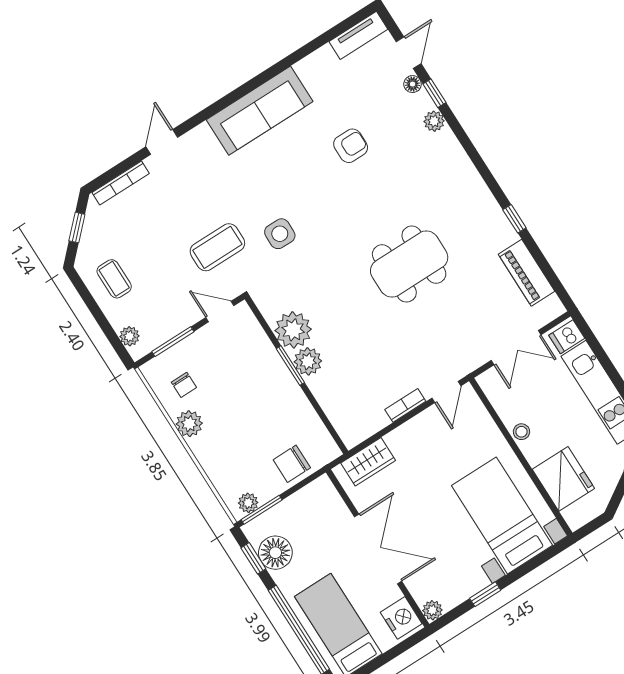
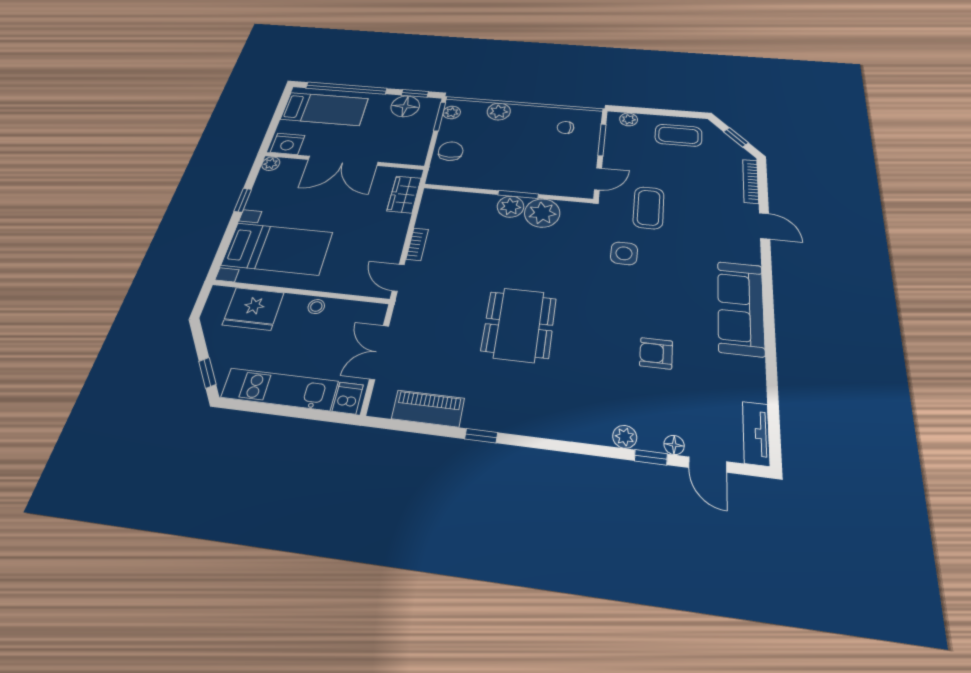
armchair: (351, 146) -> (656, 353), turned 90
coffee table: (114, 279) -> (678, 135), width x1.36, depth x1.30
plant: (189, 424) -> (499, 112), moved

